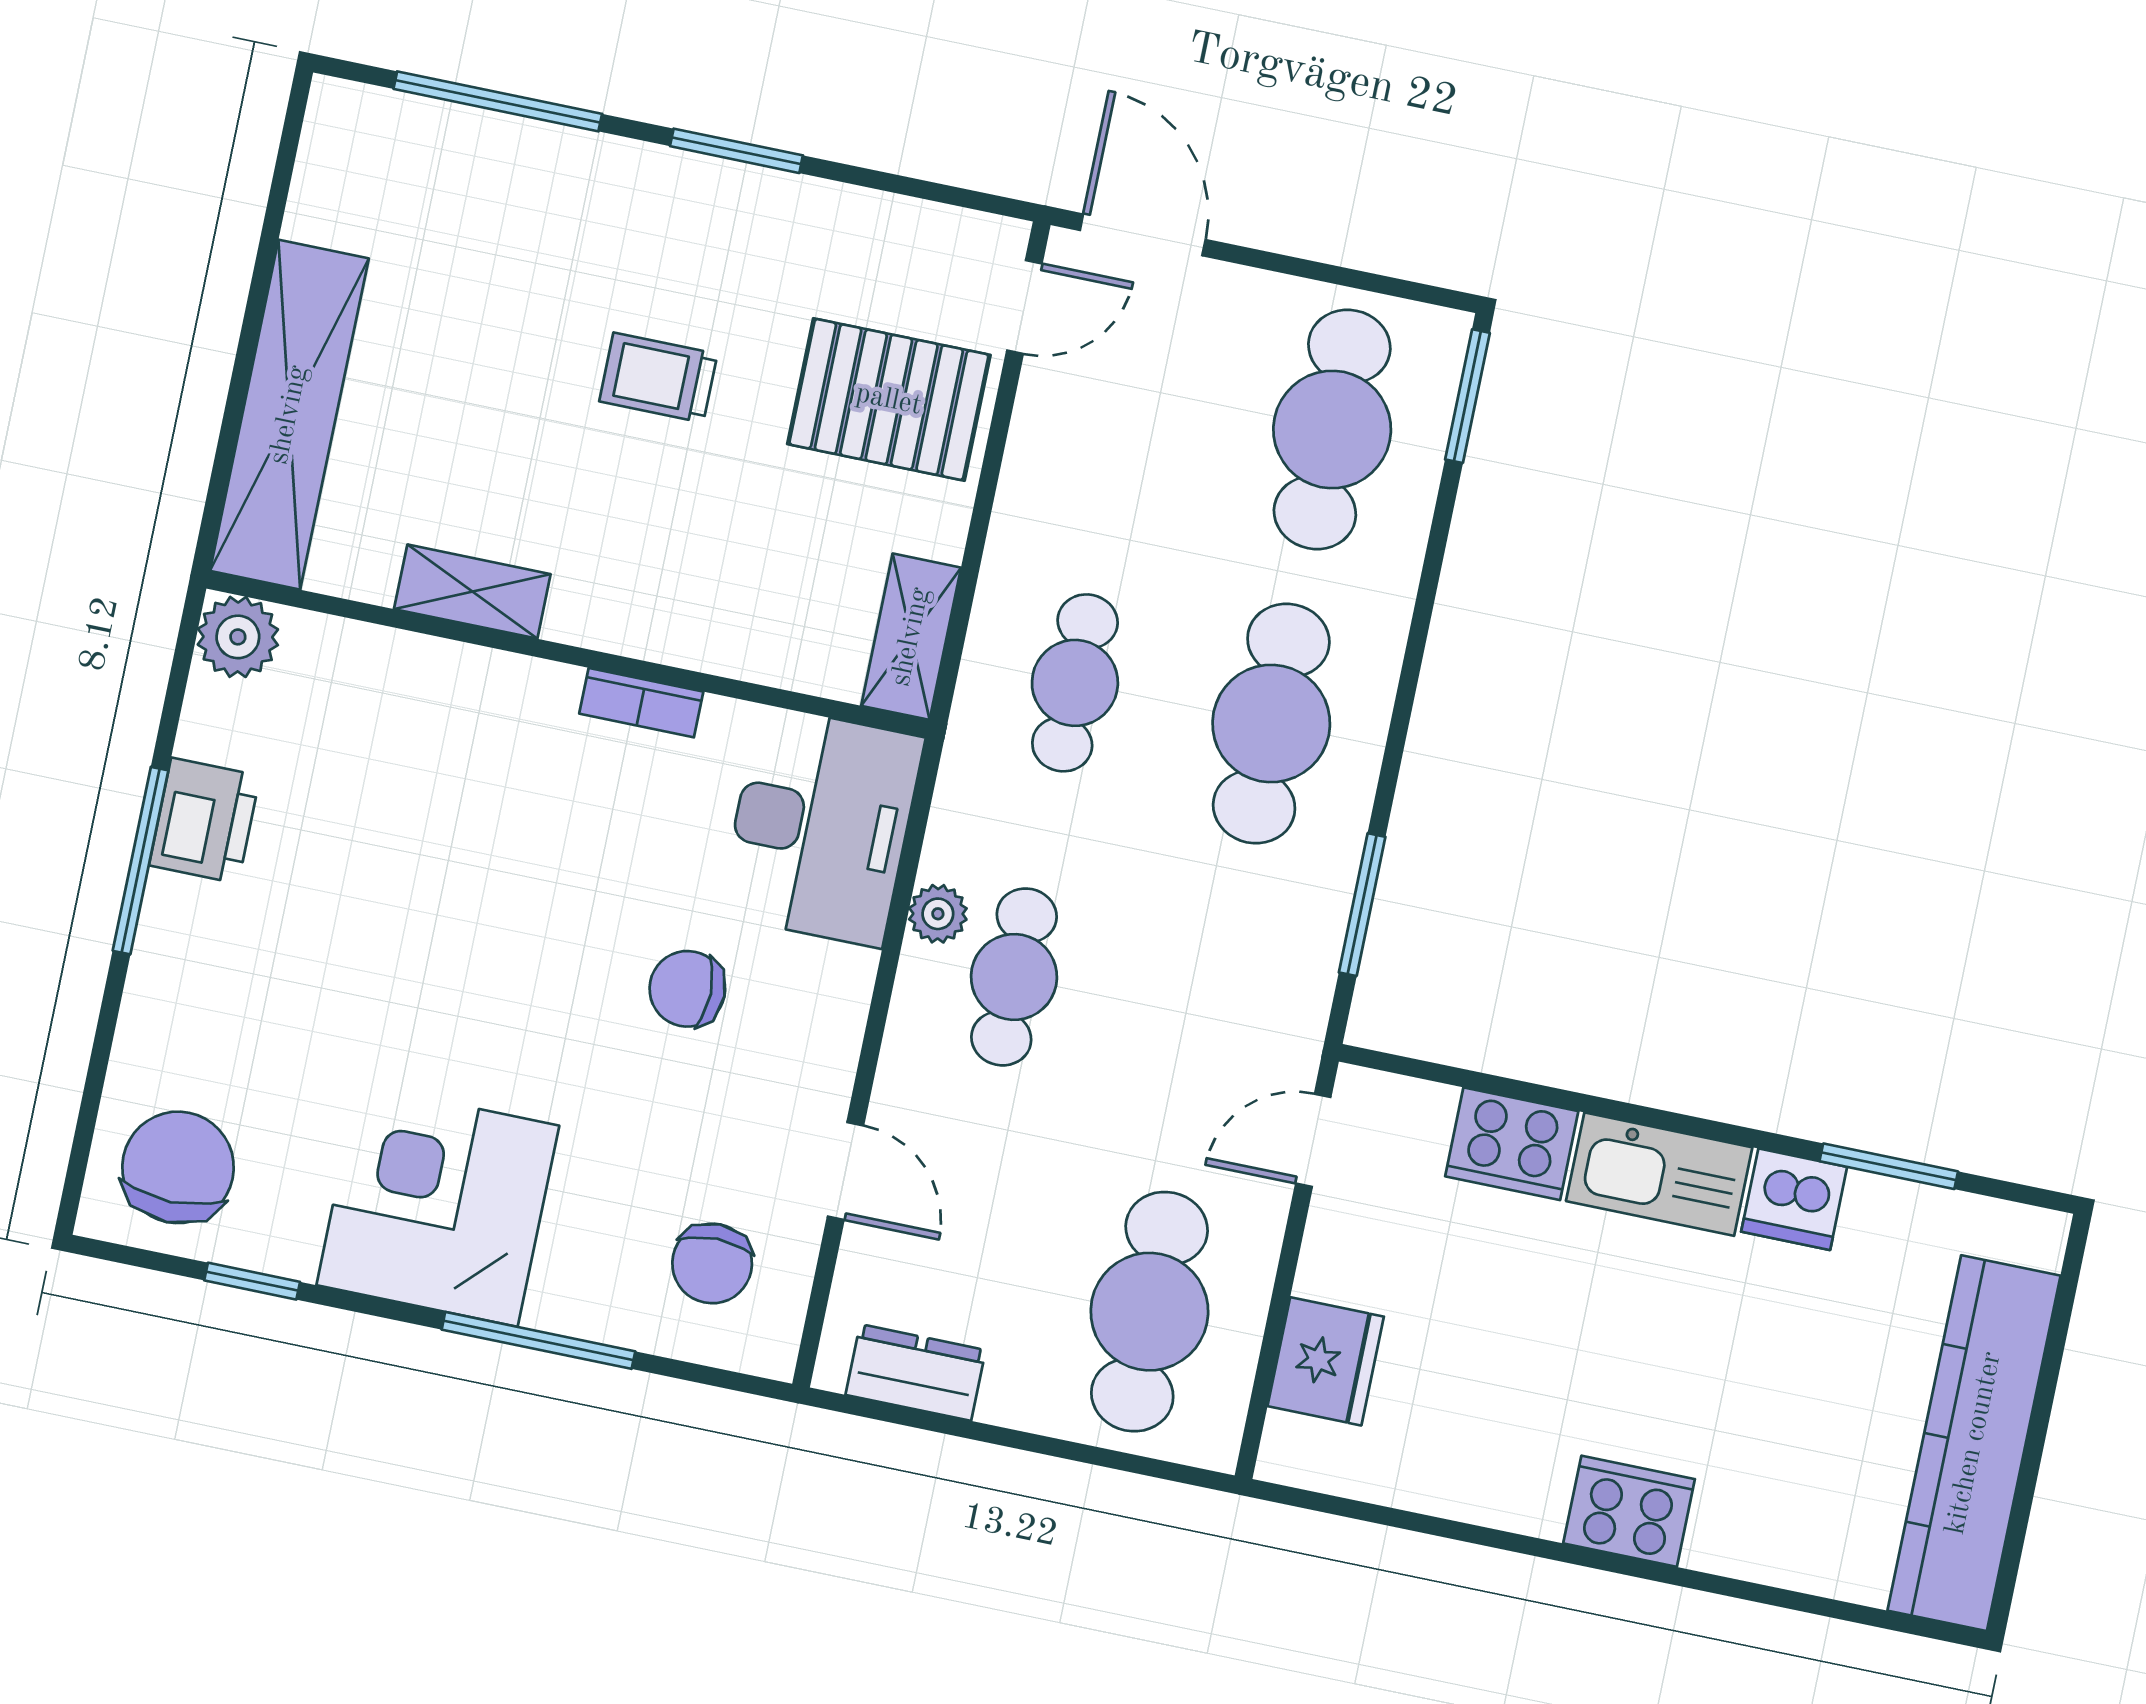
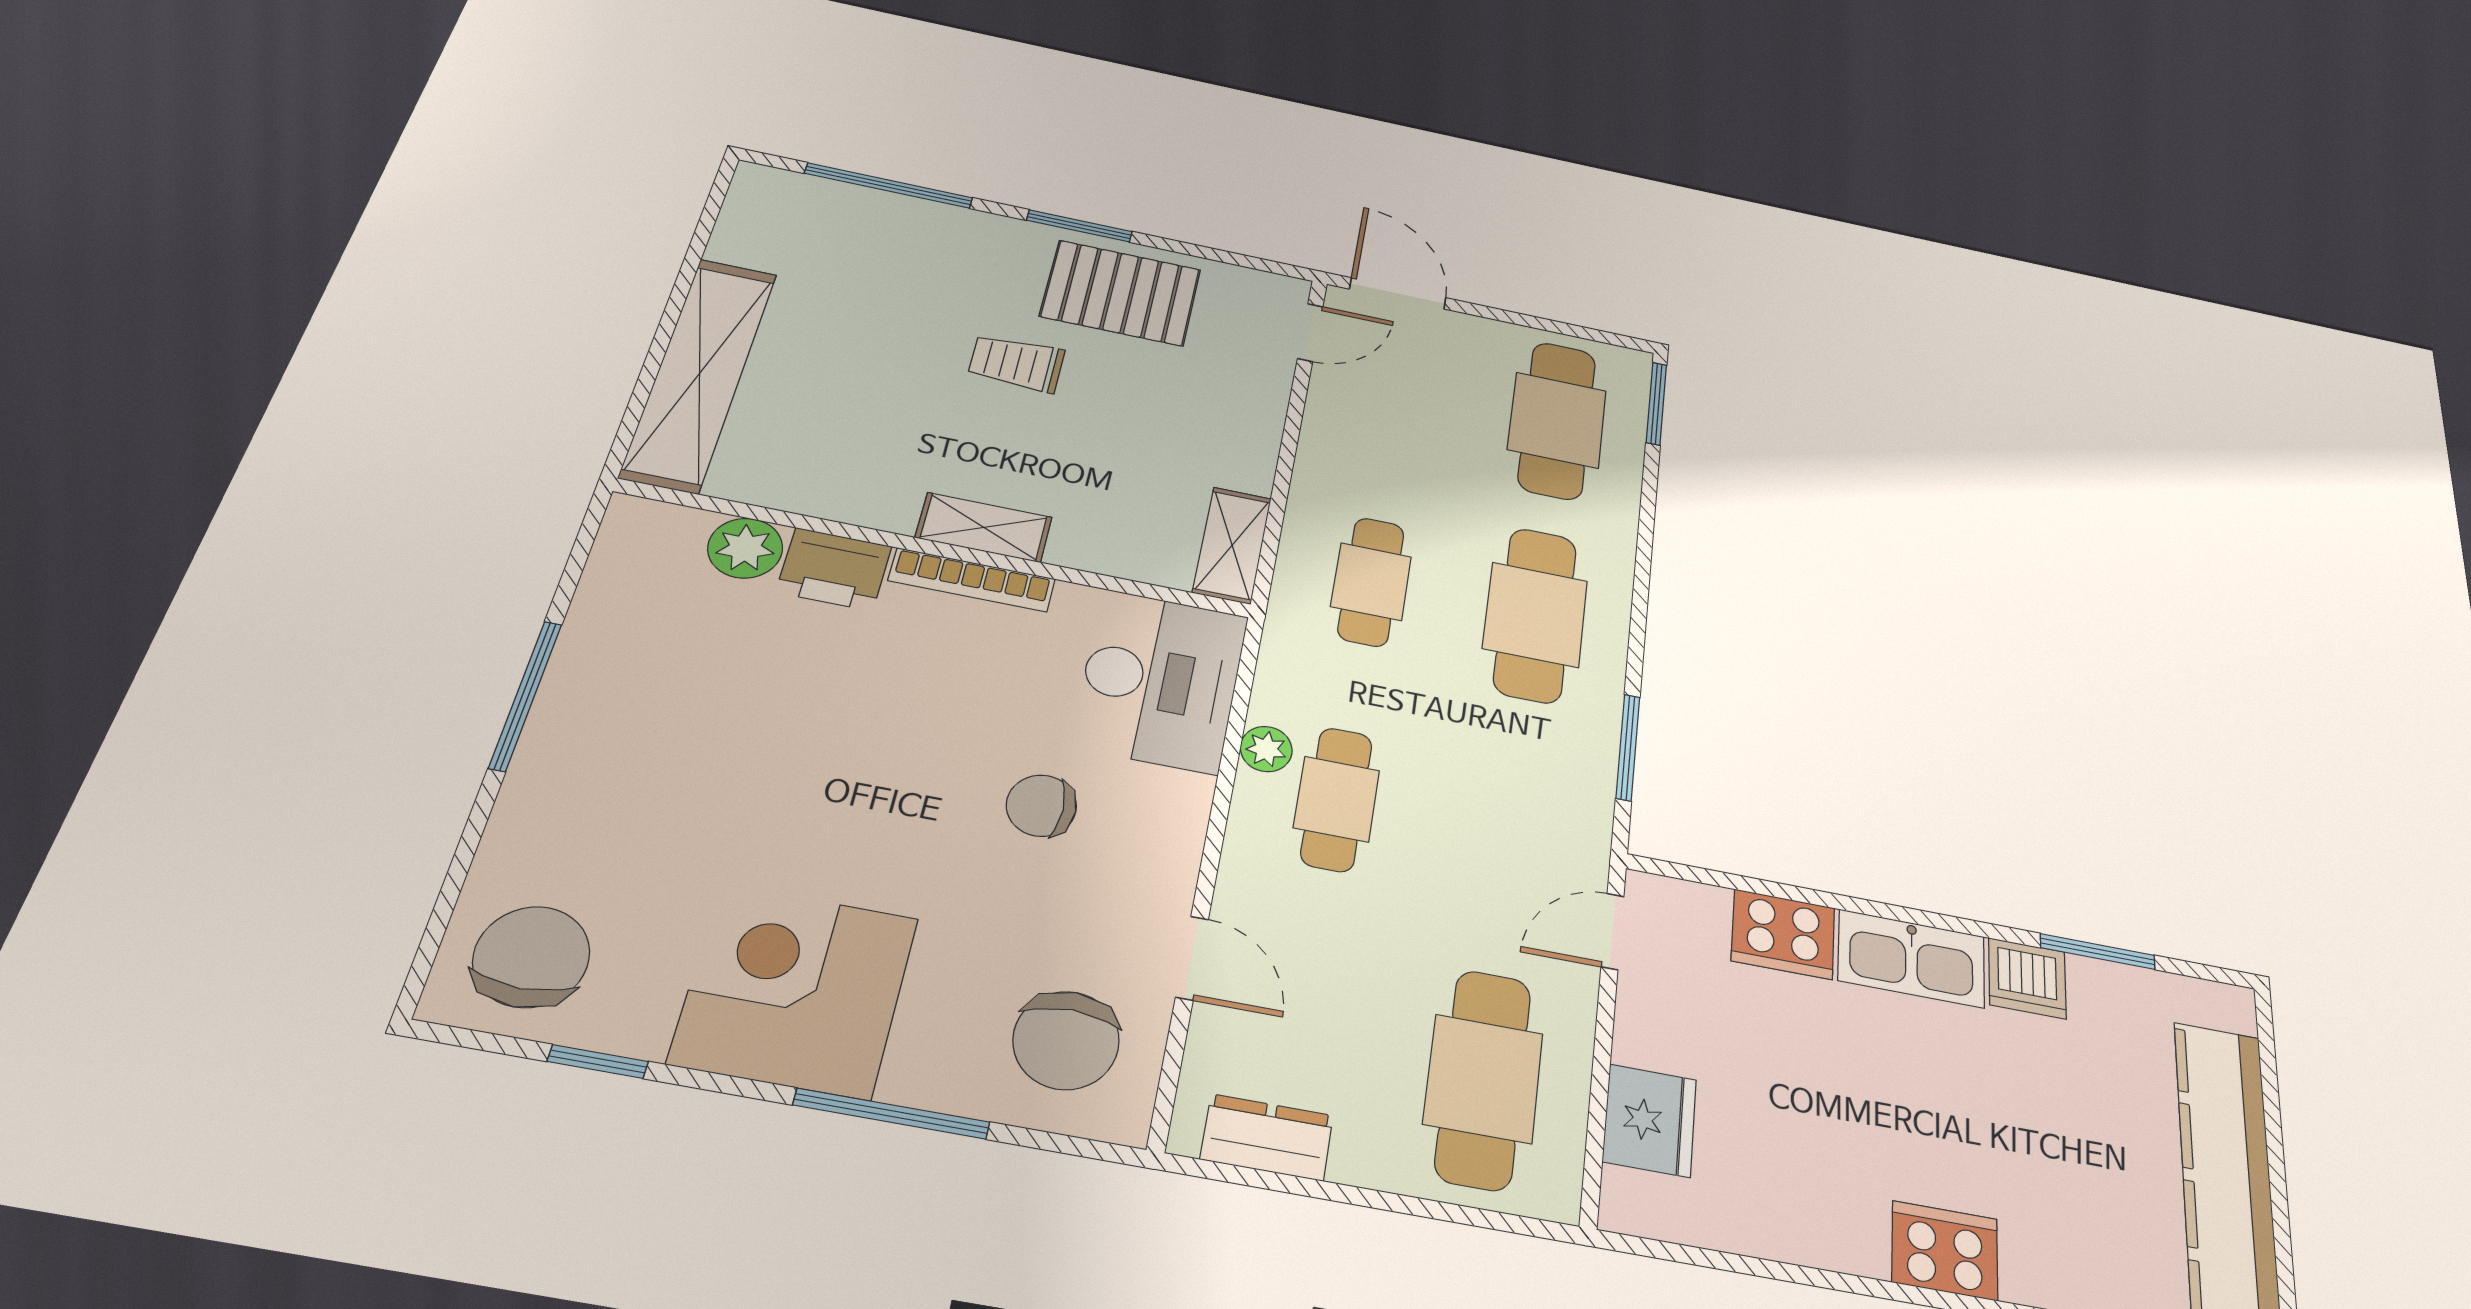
pallet: (889, 400) -> (1121, 293), moved
shelving: (472, 592) -> (984, 527), moved
plant: (238, 637) -> (745, 548), moved
bookcase: (641, 703) -> (972, 580), width x1.56
printer: (205, 821) -> (834, 569), moved, turned 90
chair: (712, 1263) -> (1066, 1040), width x1.37, depth x1.37

